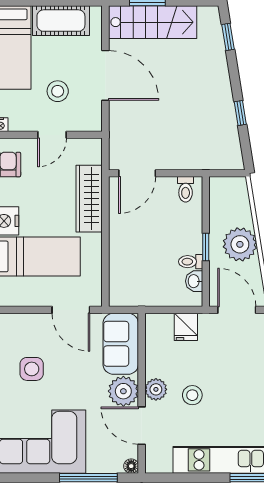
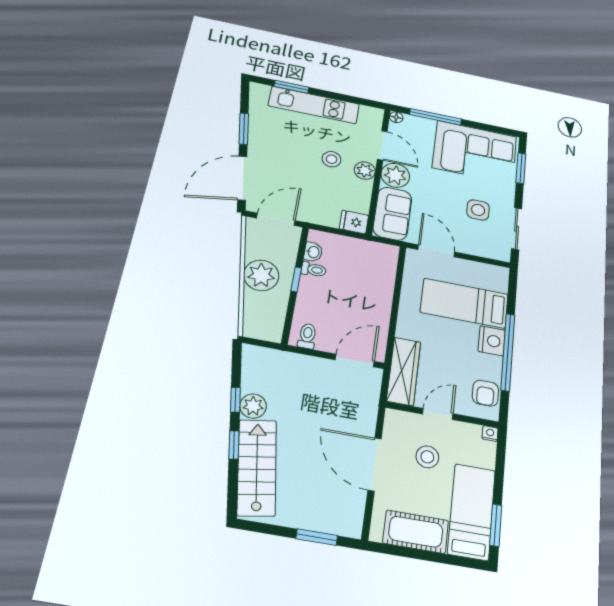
stairs: (153, 22) -> (257, 467), moved, turned 81
window: (228, 37) -> (234, 445), moved
plant: (223, 110) -> (253, 406), added
wardrobe: (89, 199) -> (404, 371), moved
door: (237, 310) -> (276, 219), swing flipped
fridge: (186, 327) -> (354, 222), moved, turned -90

